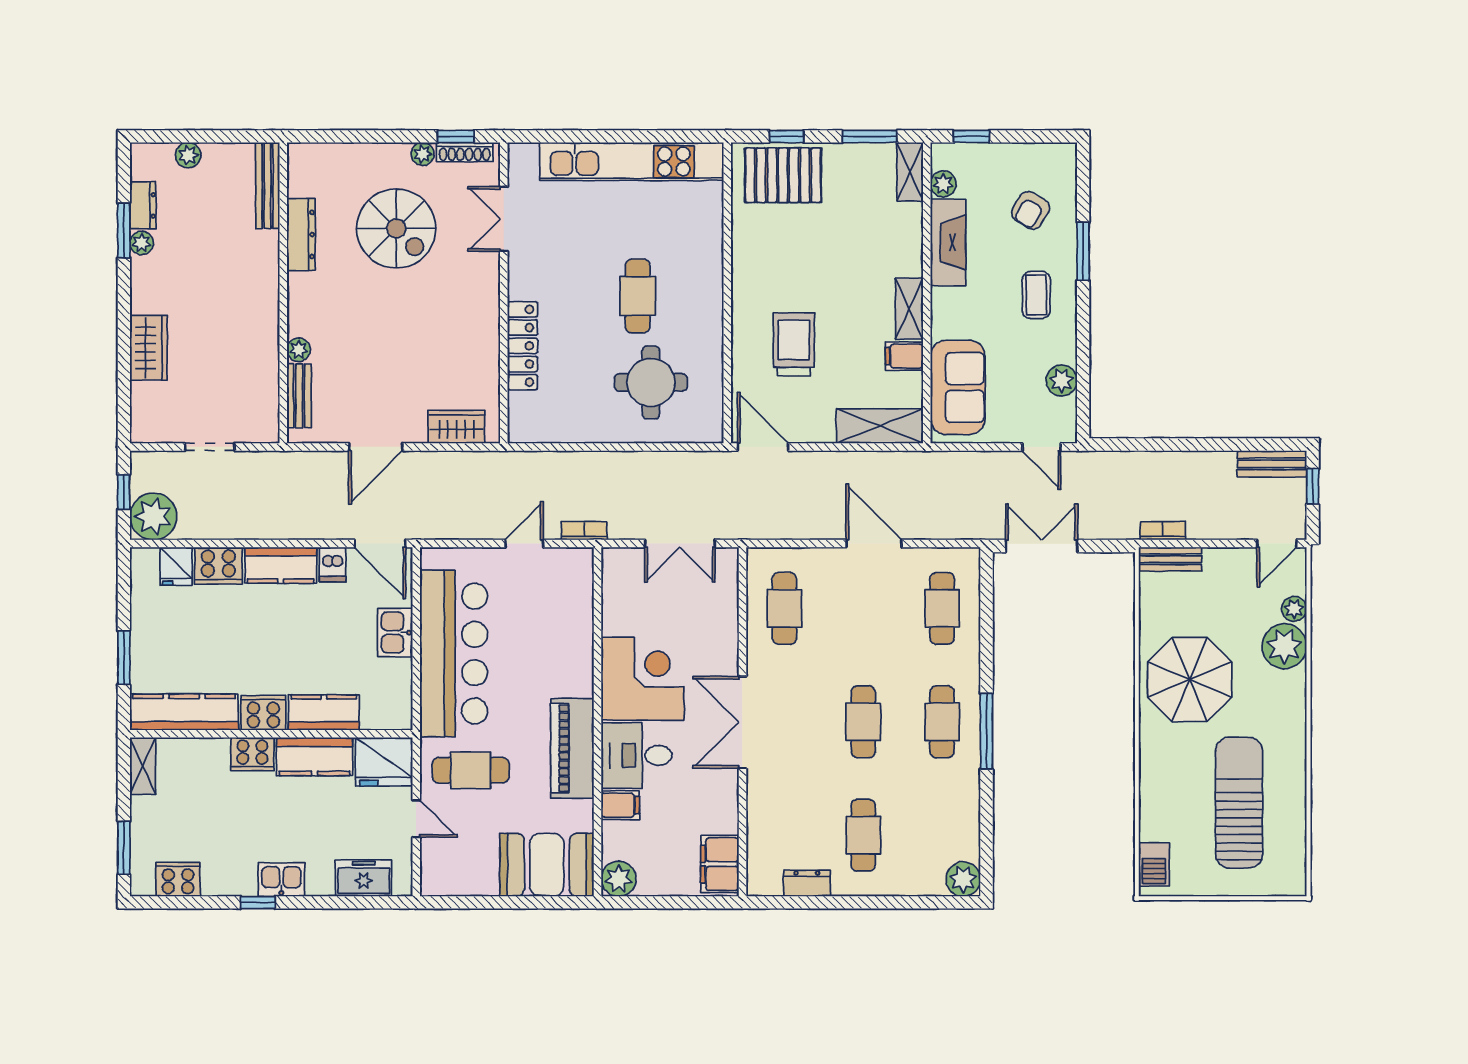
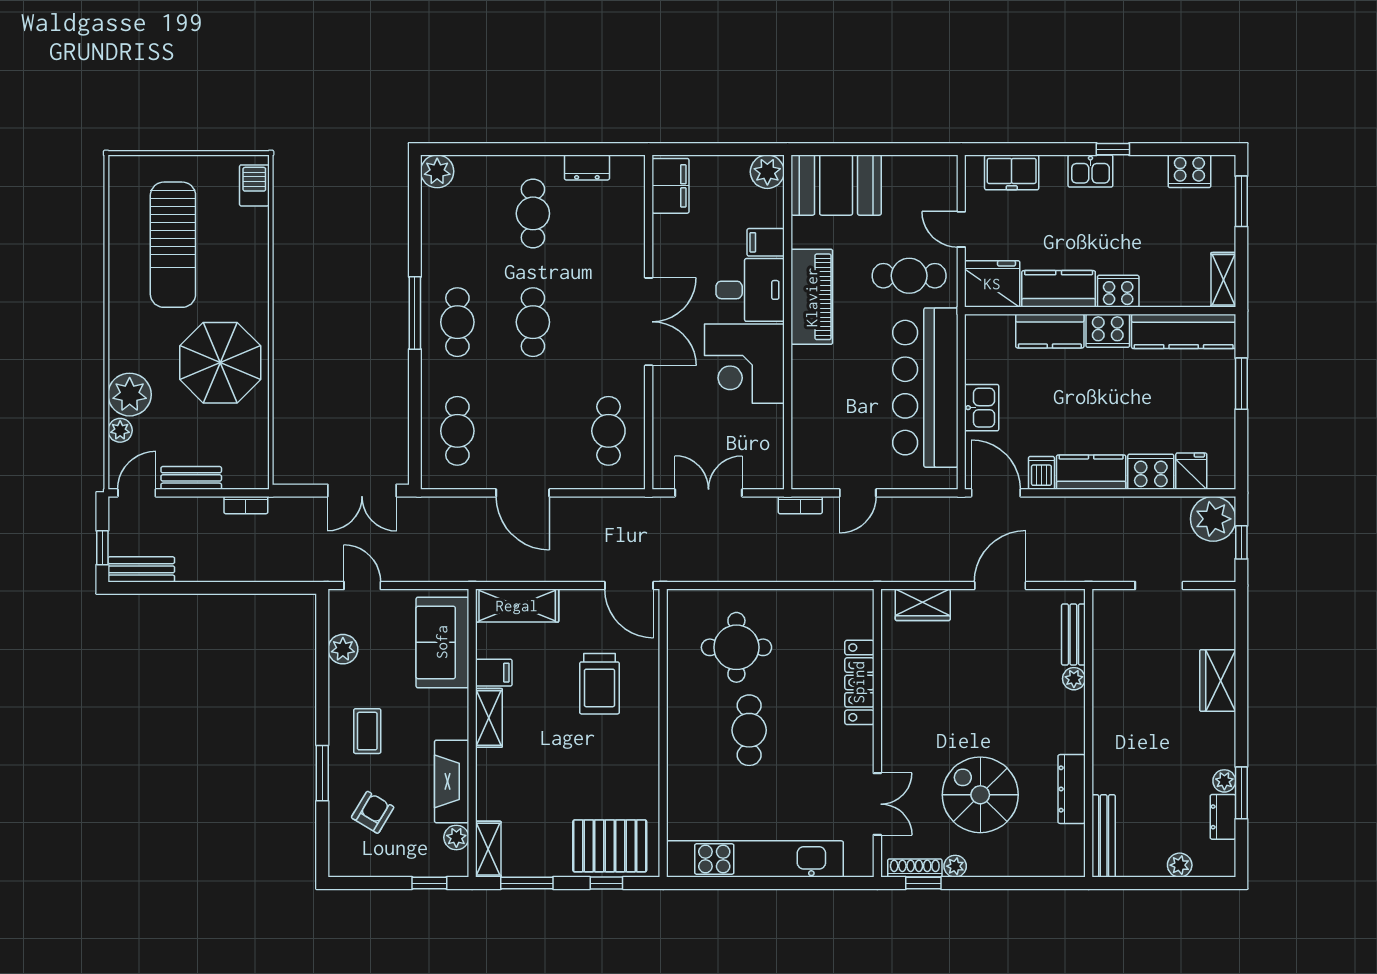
bench: (1170, 559) -> (191, 478), moved

